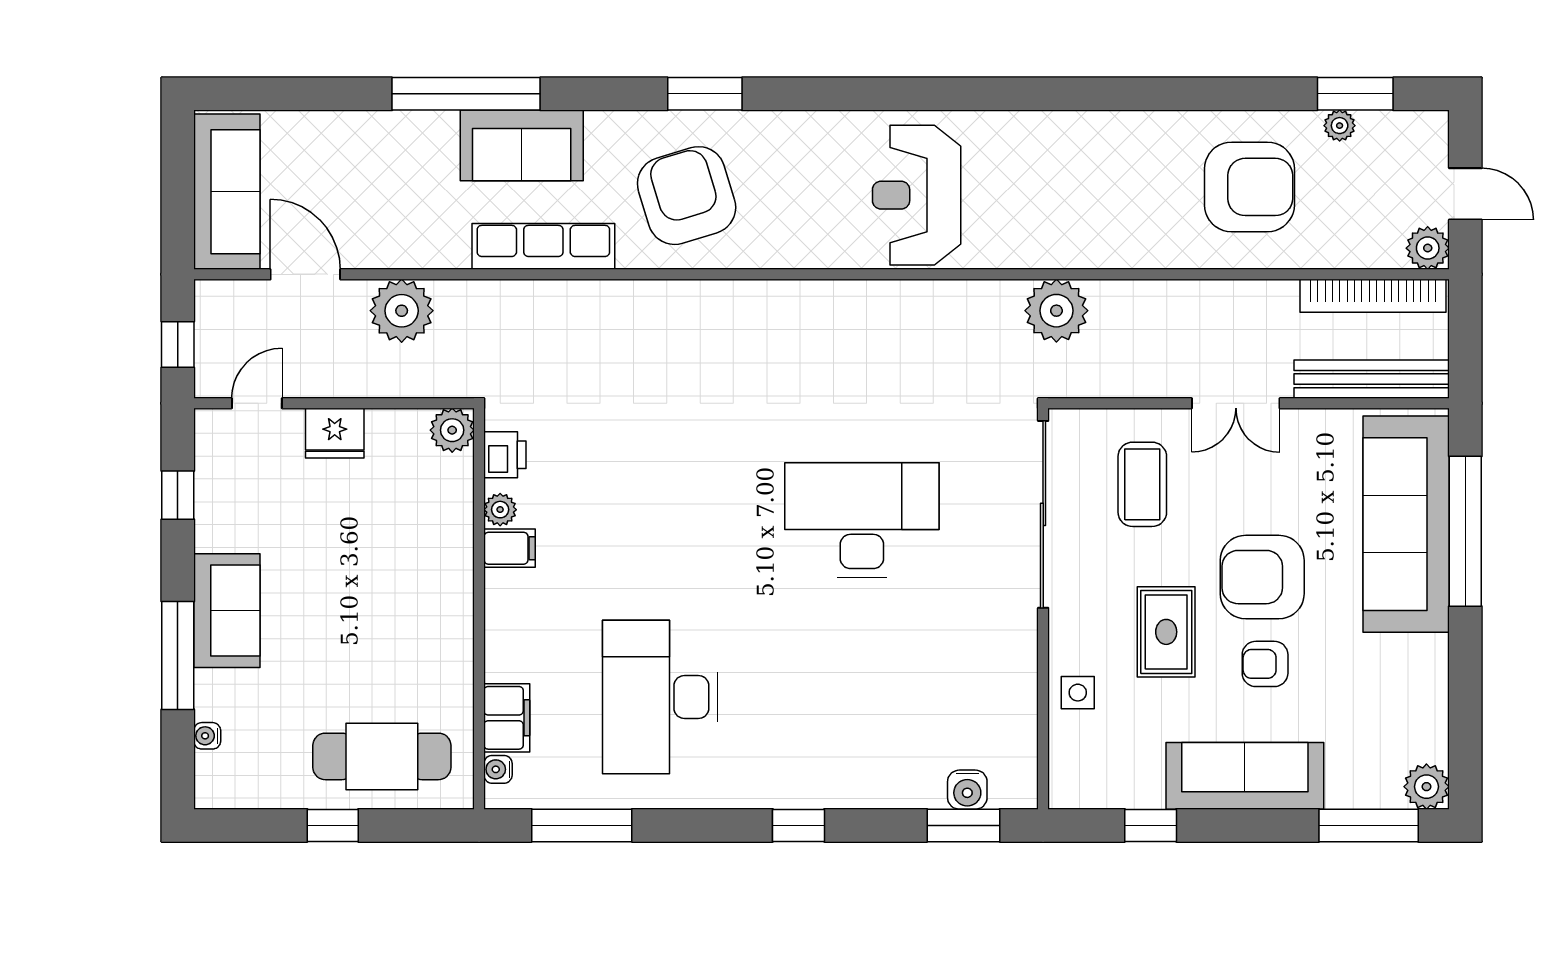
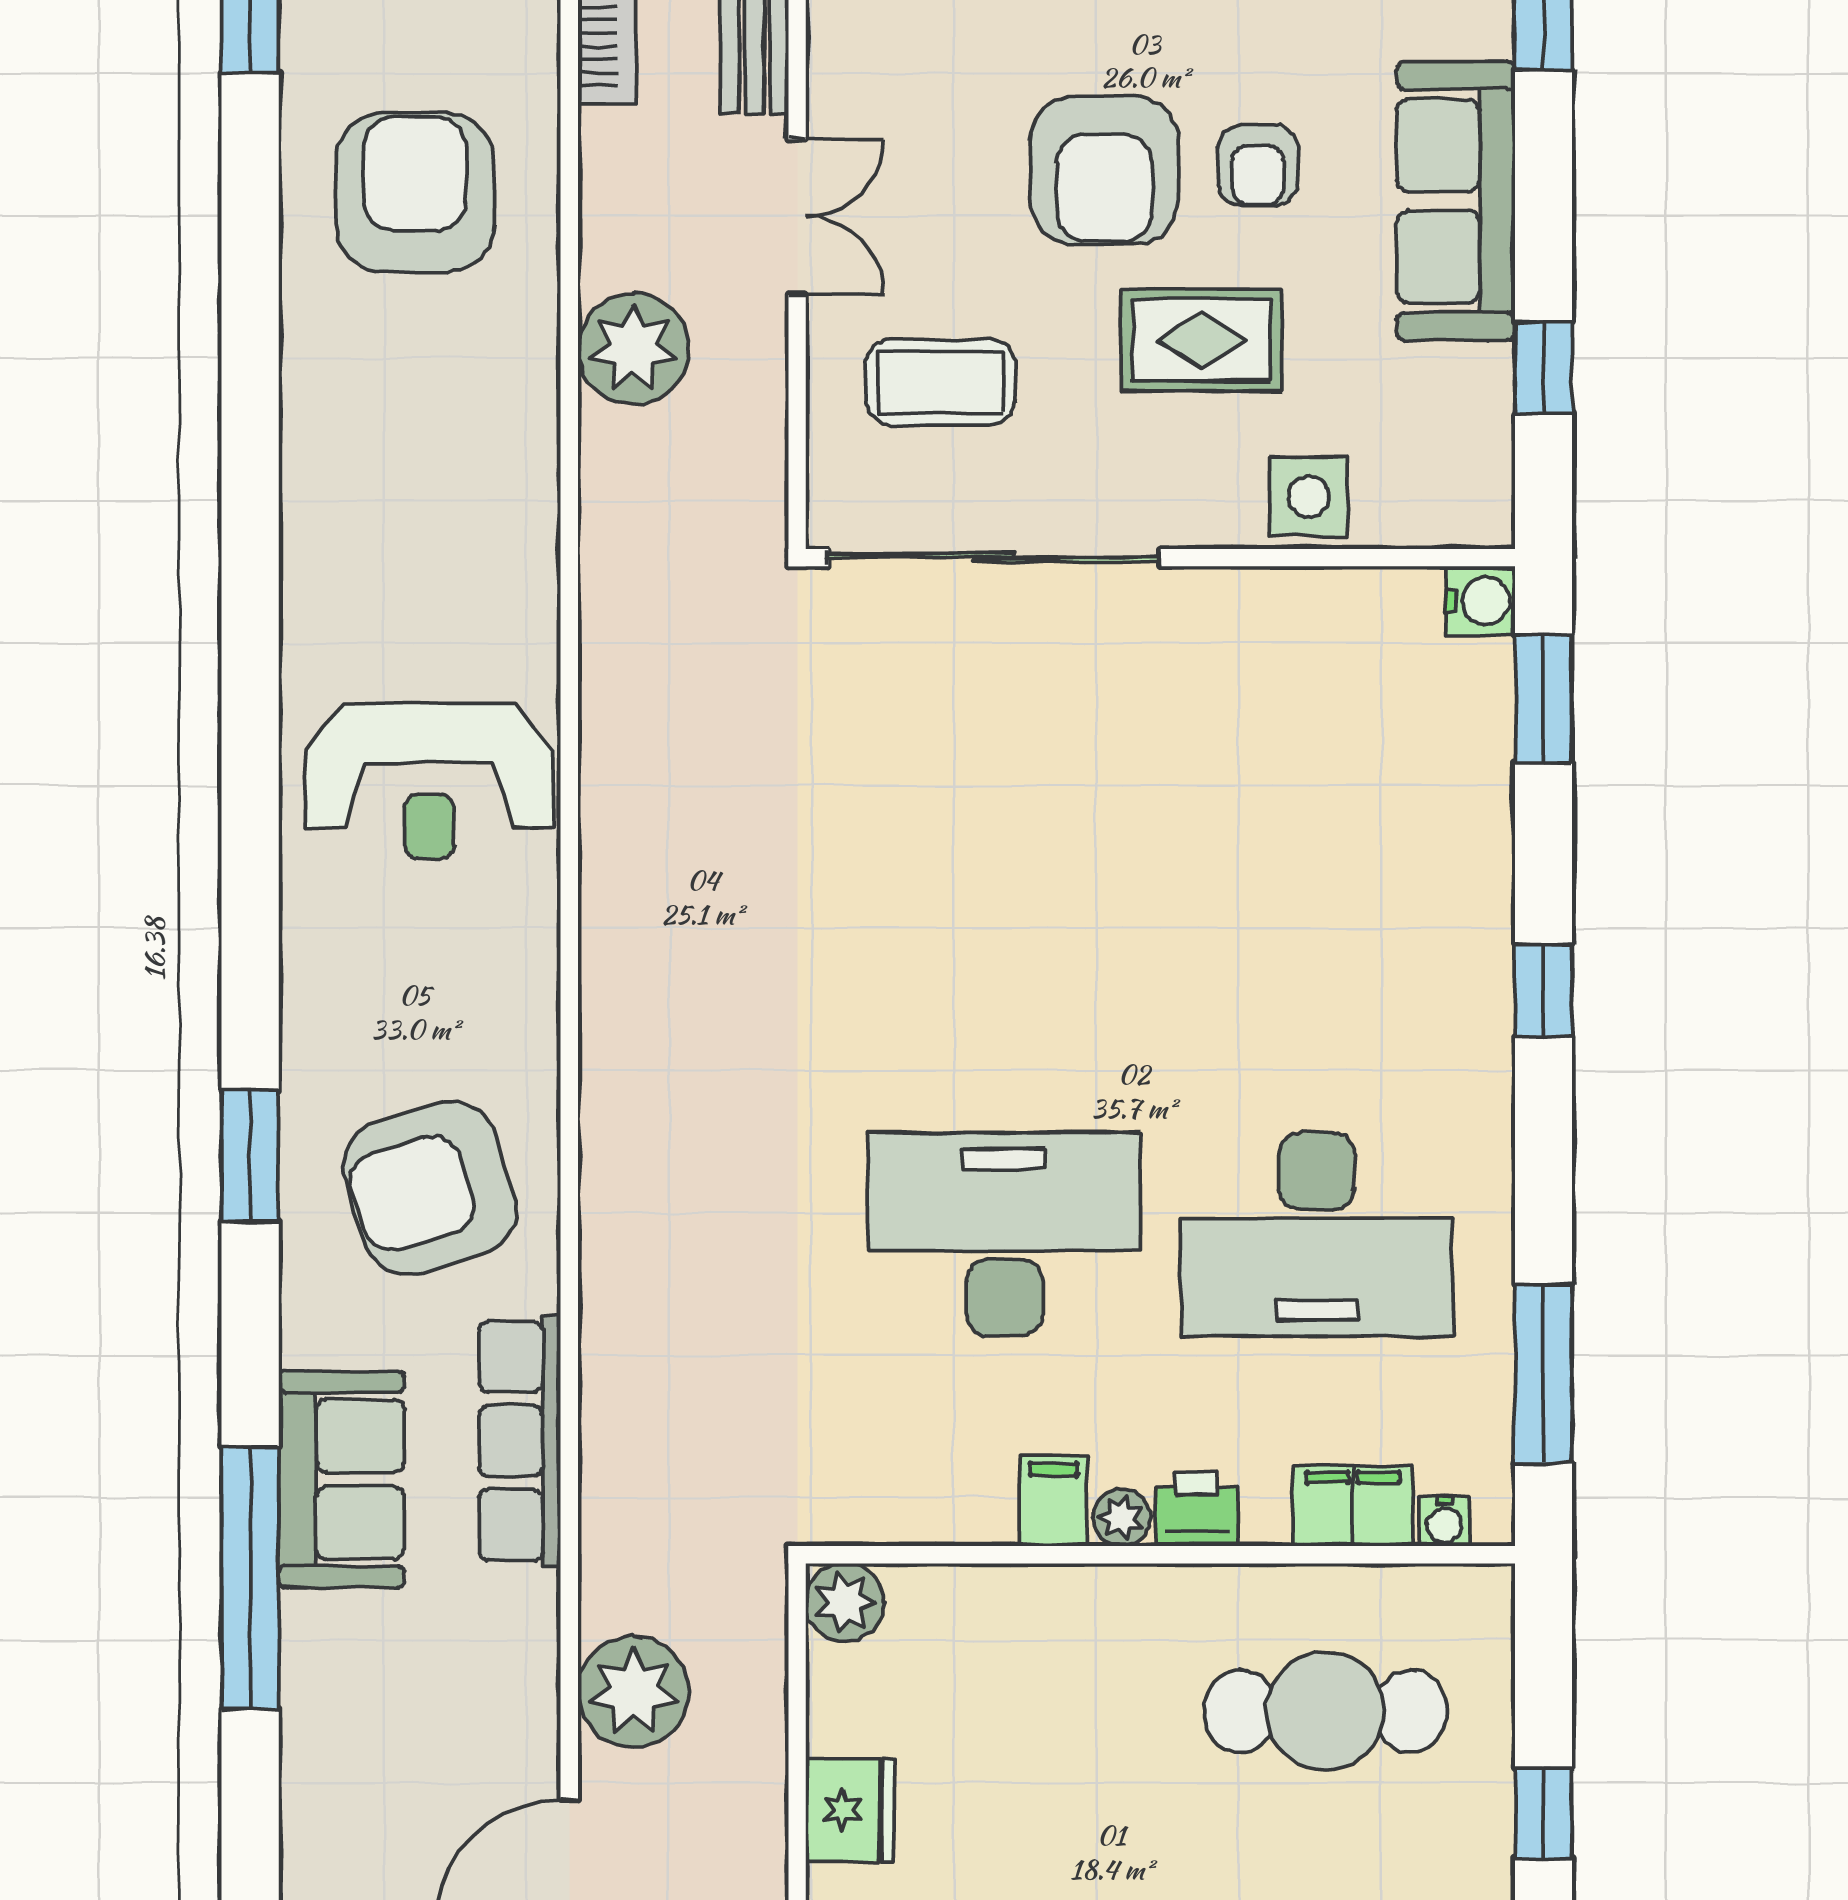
plant: (1340, 126) -> (306, 34), removed
plant: (1056, 311) -> (633, 349), moved
printer: (505, 455) -> (1197, 1509), moved
plant: (500, 510) -> (1122, 1518), moved
desk: (862, 520) -> (1004, 1234), moved, turned 90
side table: (1078, 693) -> (1309, 496), width x1.37, depth x1.37
cafe table: (382, 756) -> (1326, 1711), moved, turned 90
water cooler: (967, 790) -> (1480, 601), moved

